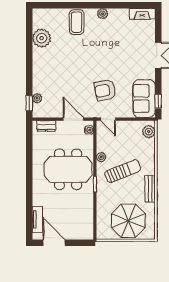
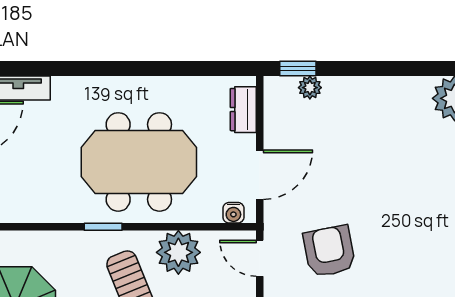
door: (108, 119) -> (260, 258), hinge flipped
plant: (101, 157) -> (178, 252), width x1.87, depth x1.87
meeting table: (68, 169) -> (139, 162), turned 90

